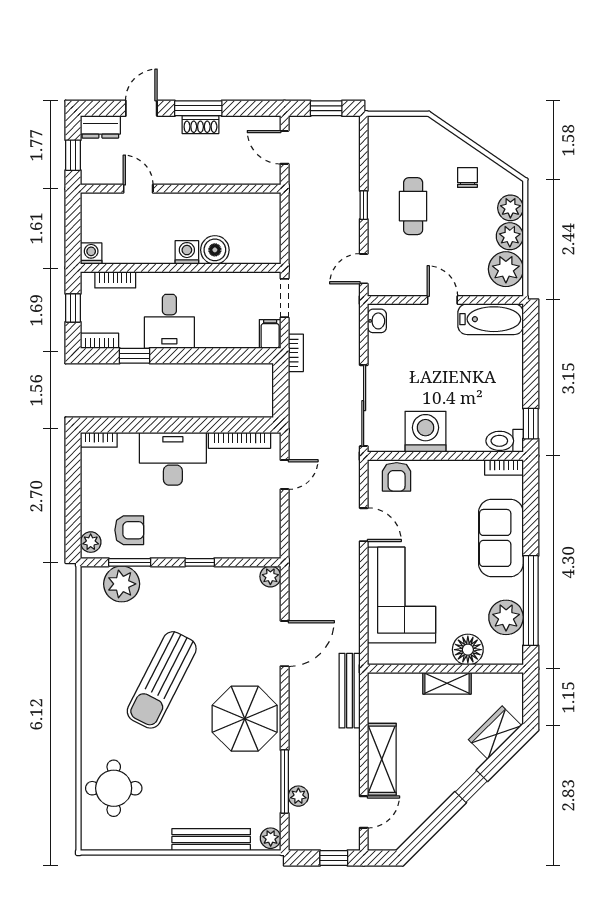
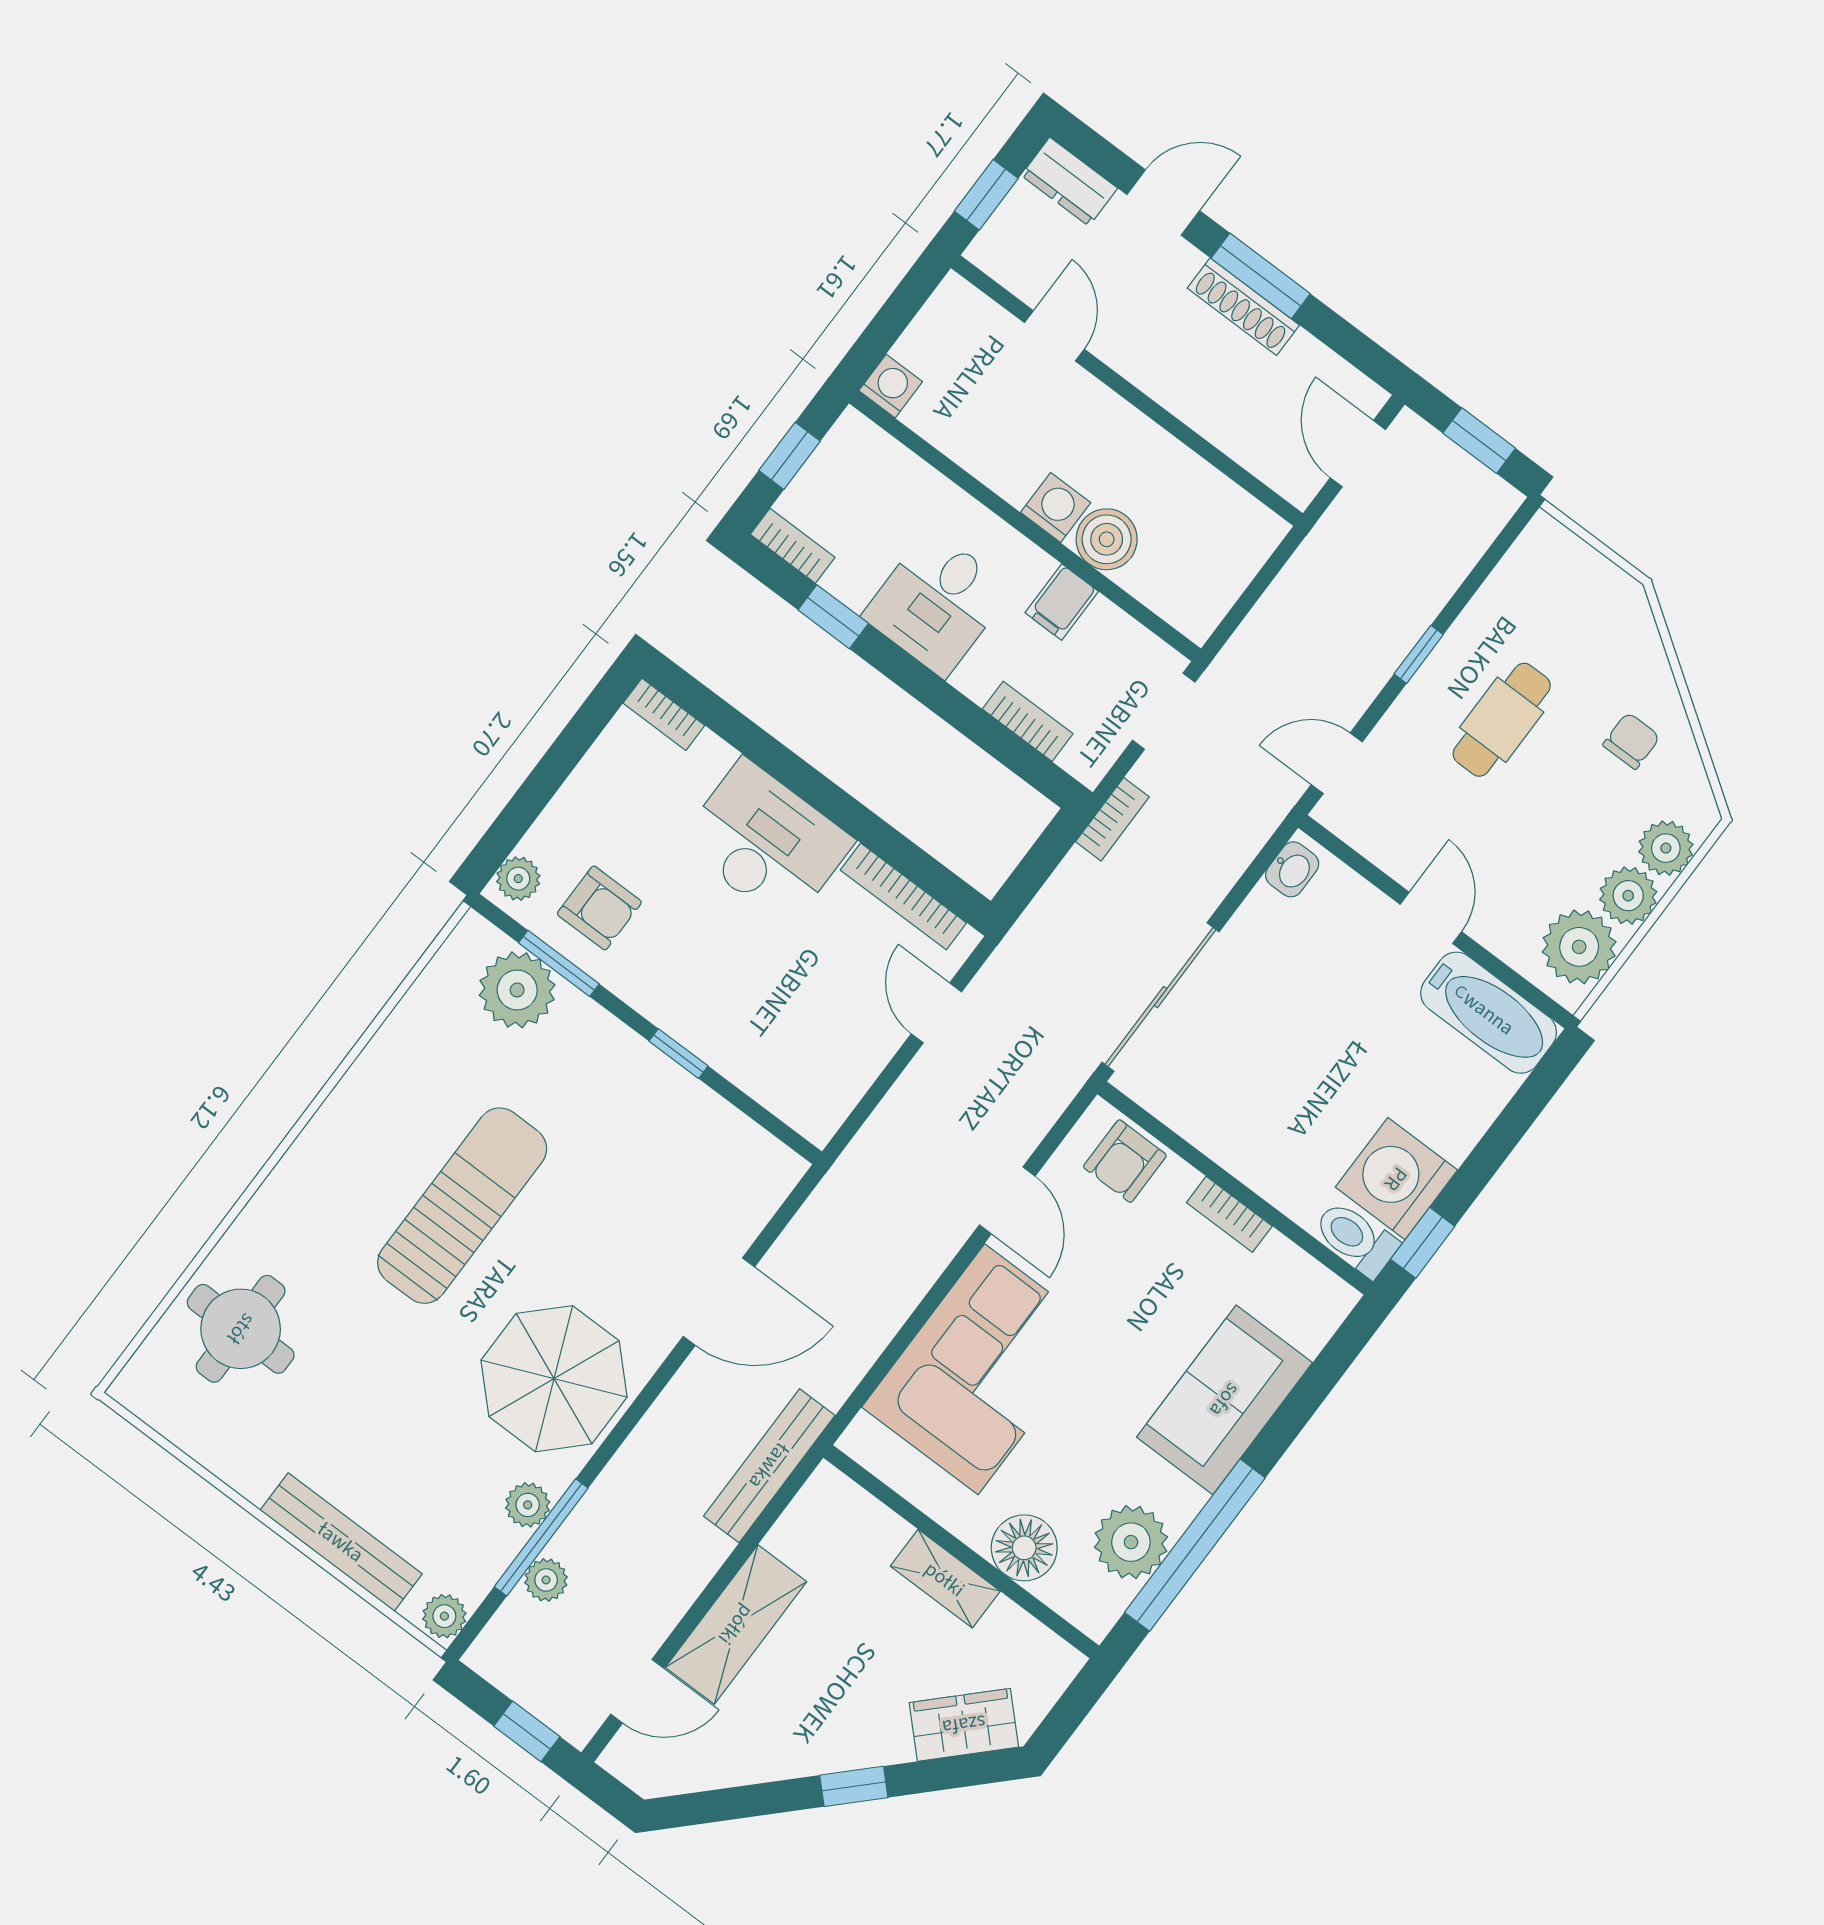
shoe rack: (200, 125) -> (1243, 307), width x1.43
bookcase: (115, 280) -> (1028, 721), moved, turned 180
filing cabinet: (270, 334) -> (1062, 602), moved, turned 180
washing machine: (425, 432) -> (1396, 1179), moved, turned -90
bookcase: (504, 467) -> (1229, 1214), moved
door: (285, 475) -> (936, 1013), swing flipped
plant: (270, 576) -> (528, 1505), moved
sun lounger: (162, 680) -> (462, 1206), turned 153

